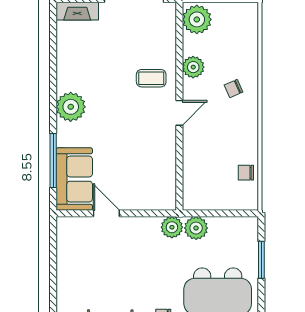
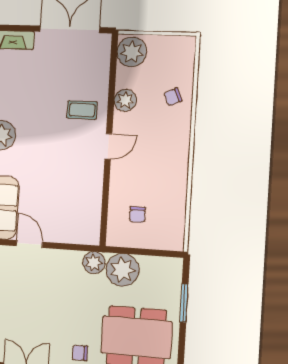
chair: (234, 88) -> (173, 97), moved
chair: (246, 173) -> (137, 215), moved, turned -90
plant: (196, 228) -> (122, 270), width x1.36, depth x1.36

